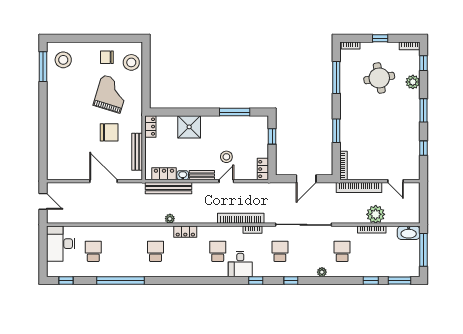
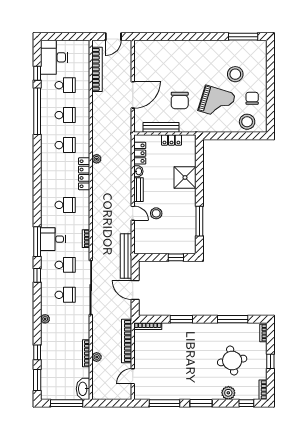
stool: (63, 60) -> (235, 74), moved
locker: (150, 127) -> (171, 140), moved
window: (423, 148) -> (165, 403), width x2.17
locker: (263, 169) -> (144, 248), removed
bench: (169, 188) -> (126, 256), moved
plant: (376, 214) -> (97, 357), width x0.53, depth x0.53
bookcase: (241, 218) -> (97, 69), moved
locker: (185, 232) -> (84, 174), width x1.53
desk: (61, 244) -> (54, 57), moved, turned -90
school desk: (124, 251) -> (65, 115), added
school desk: (342, 251) -> (65, 295), moved
desk: (240, 264) -> (53, 239), moved
plant: (322, 272) -> (45, 319), moved
window: (66, 280) -> (37, 73), moved
window: (256, 280) -> (37, 242), width x2.17

